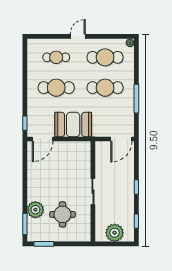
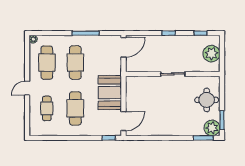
door: (78, 36) -> (27, 88), hinge flipped
door: (43, 139) -> (123, 121), hinge flipped
door: (121, 139) -> (123, 47), hinge flipped
plant: (35, 210) -> (212, 128), moved
round table: (62, 214) -> (207, 100), moved

